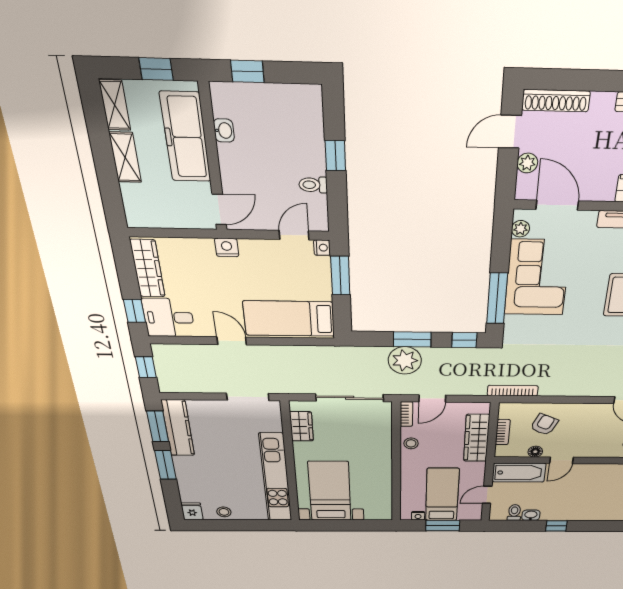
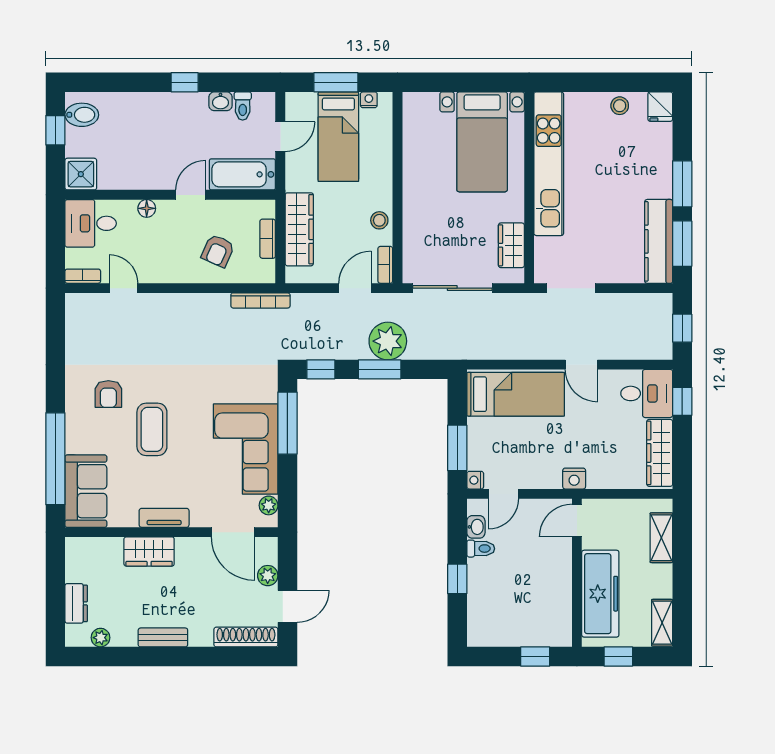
washbasin: (224, 131) -> (476, 527), moved, turned 180
shelving: (125, 157) -> (661, 538), moved
floor lamp: (535, 452) -> (147, 208), moved

